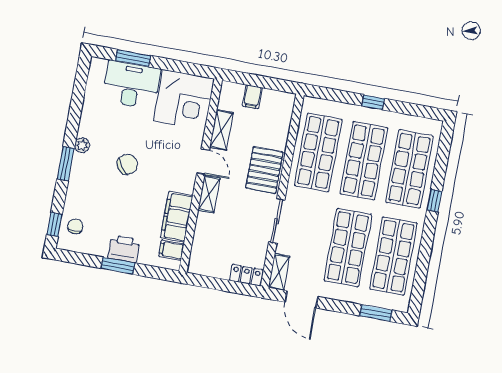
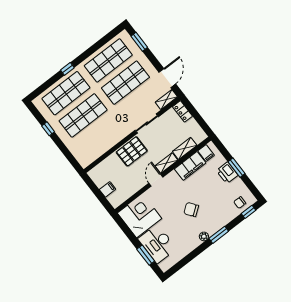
window: (373, 102) -> (48, 129), moved
shelving: (221, 130) -> (185, 148), moved
shop shelf: (318, 152) -> (100, 138), removed

